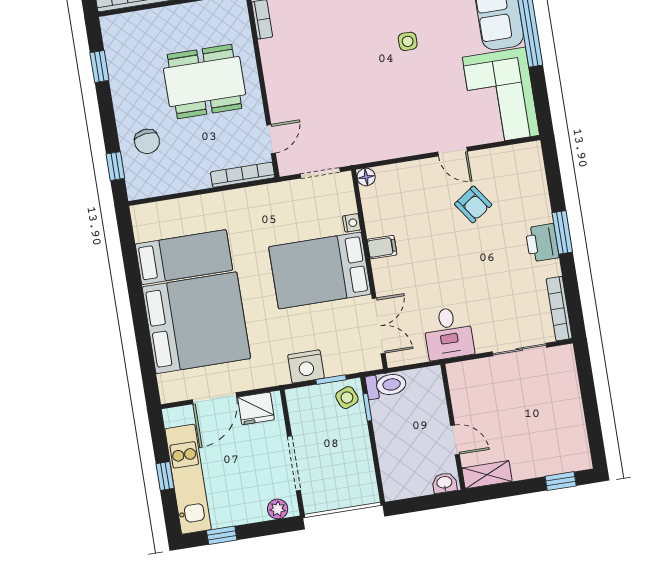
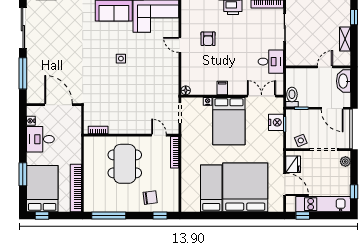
window: (99, 67) -> (109, 215), width x2.17
door: (452, 152) -> (180, 45), swing flipped
armchair: (473, 204) -> (208, 39), turned 125
nightstand: (306, 366) -> (276, 122), moved
side table: (347, 398) -> (301, 140), moved
door: (377, 467) -> (332, 108), added
shelving: (487, 475) -> (345, 39), moved
window: (165, 476) -> (303, 215), moved
washbasin: (444, 483) -> (344, 81), width x1.91, depth x1.45

